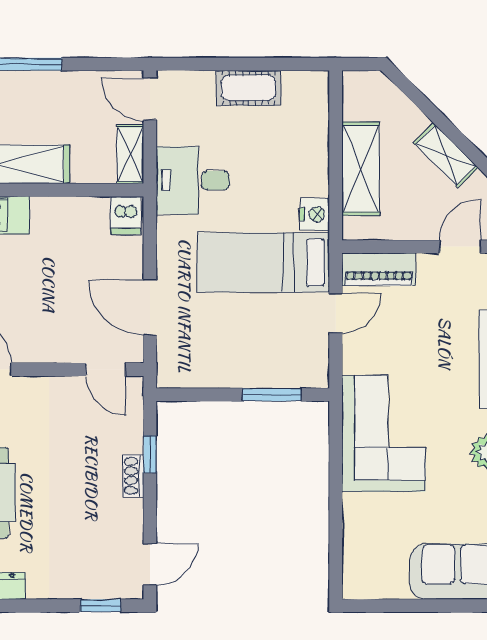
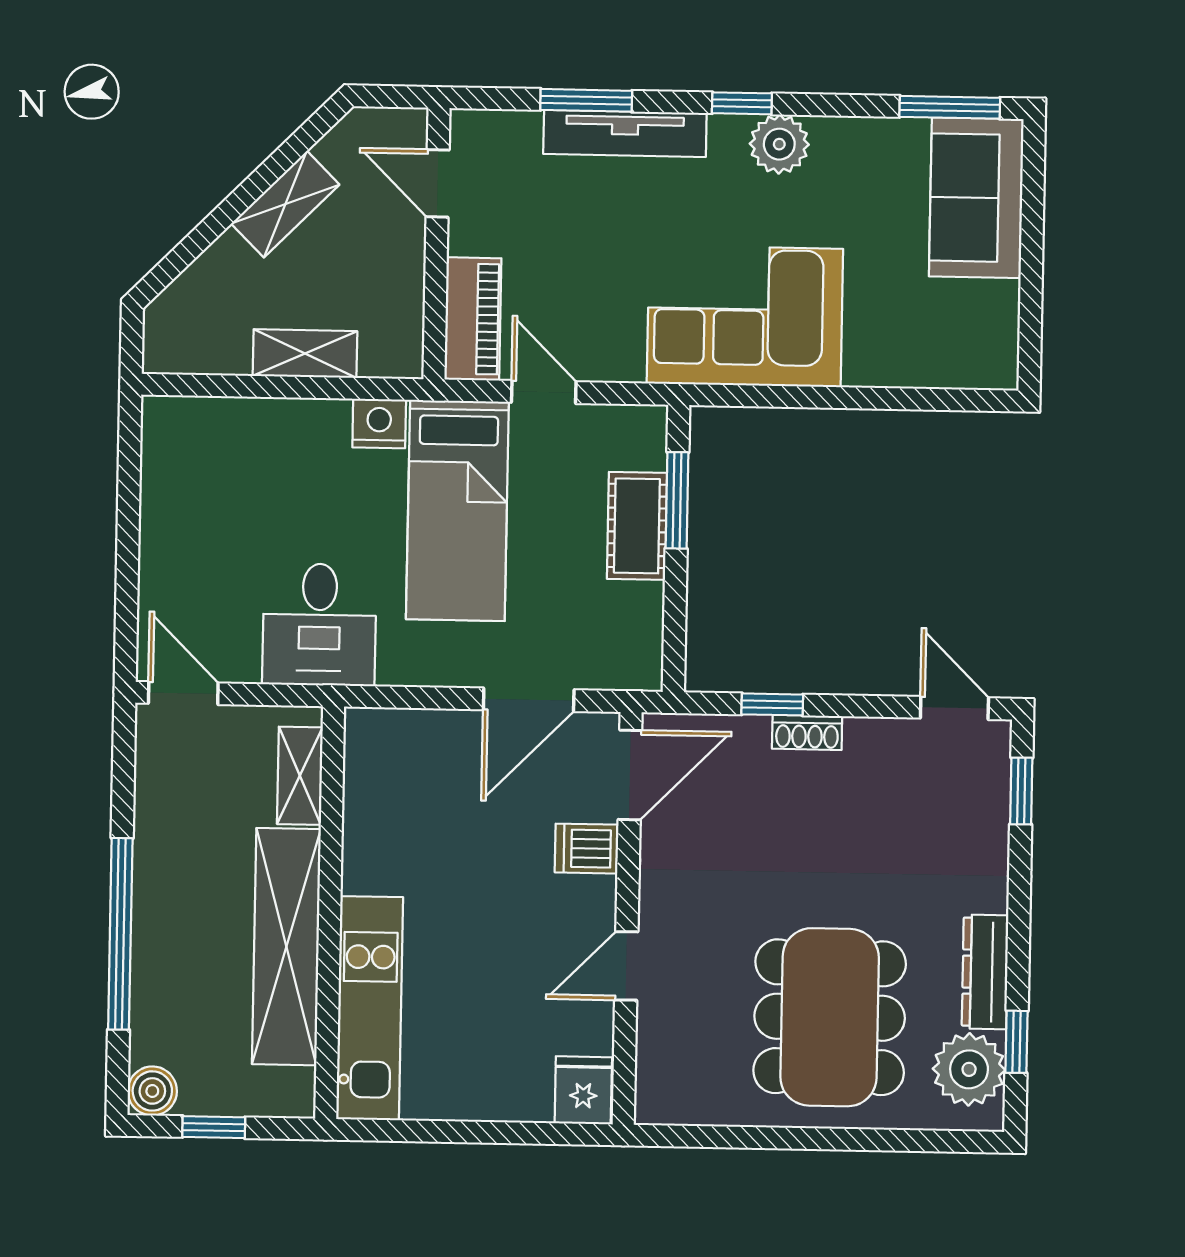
cot: (249, 88) -> (637, 526), moved
door: (150, 99) -> (183, 693), swing flipped
shelving: (130, 154) -> (300, 776), moved, turned 90
shelving: (361, 169) -> (305, 354), width x0.67, depth x0.75
dishwasher: (126, 215) -> (587, 849), moved, turned 180
door: (106, 369) -> (630, 775), width x1.38

